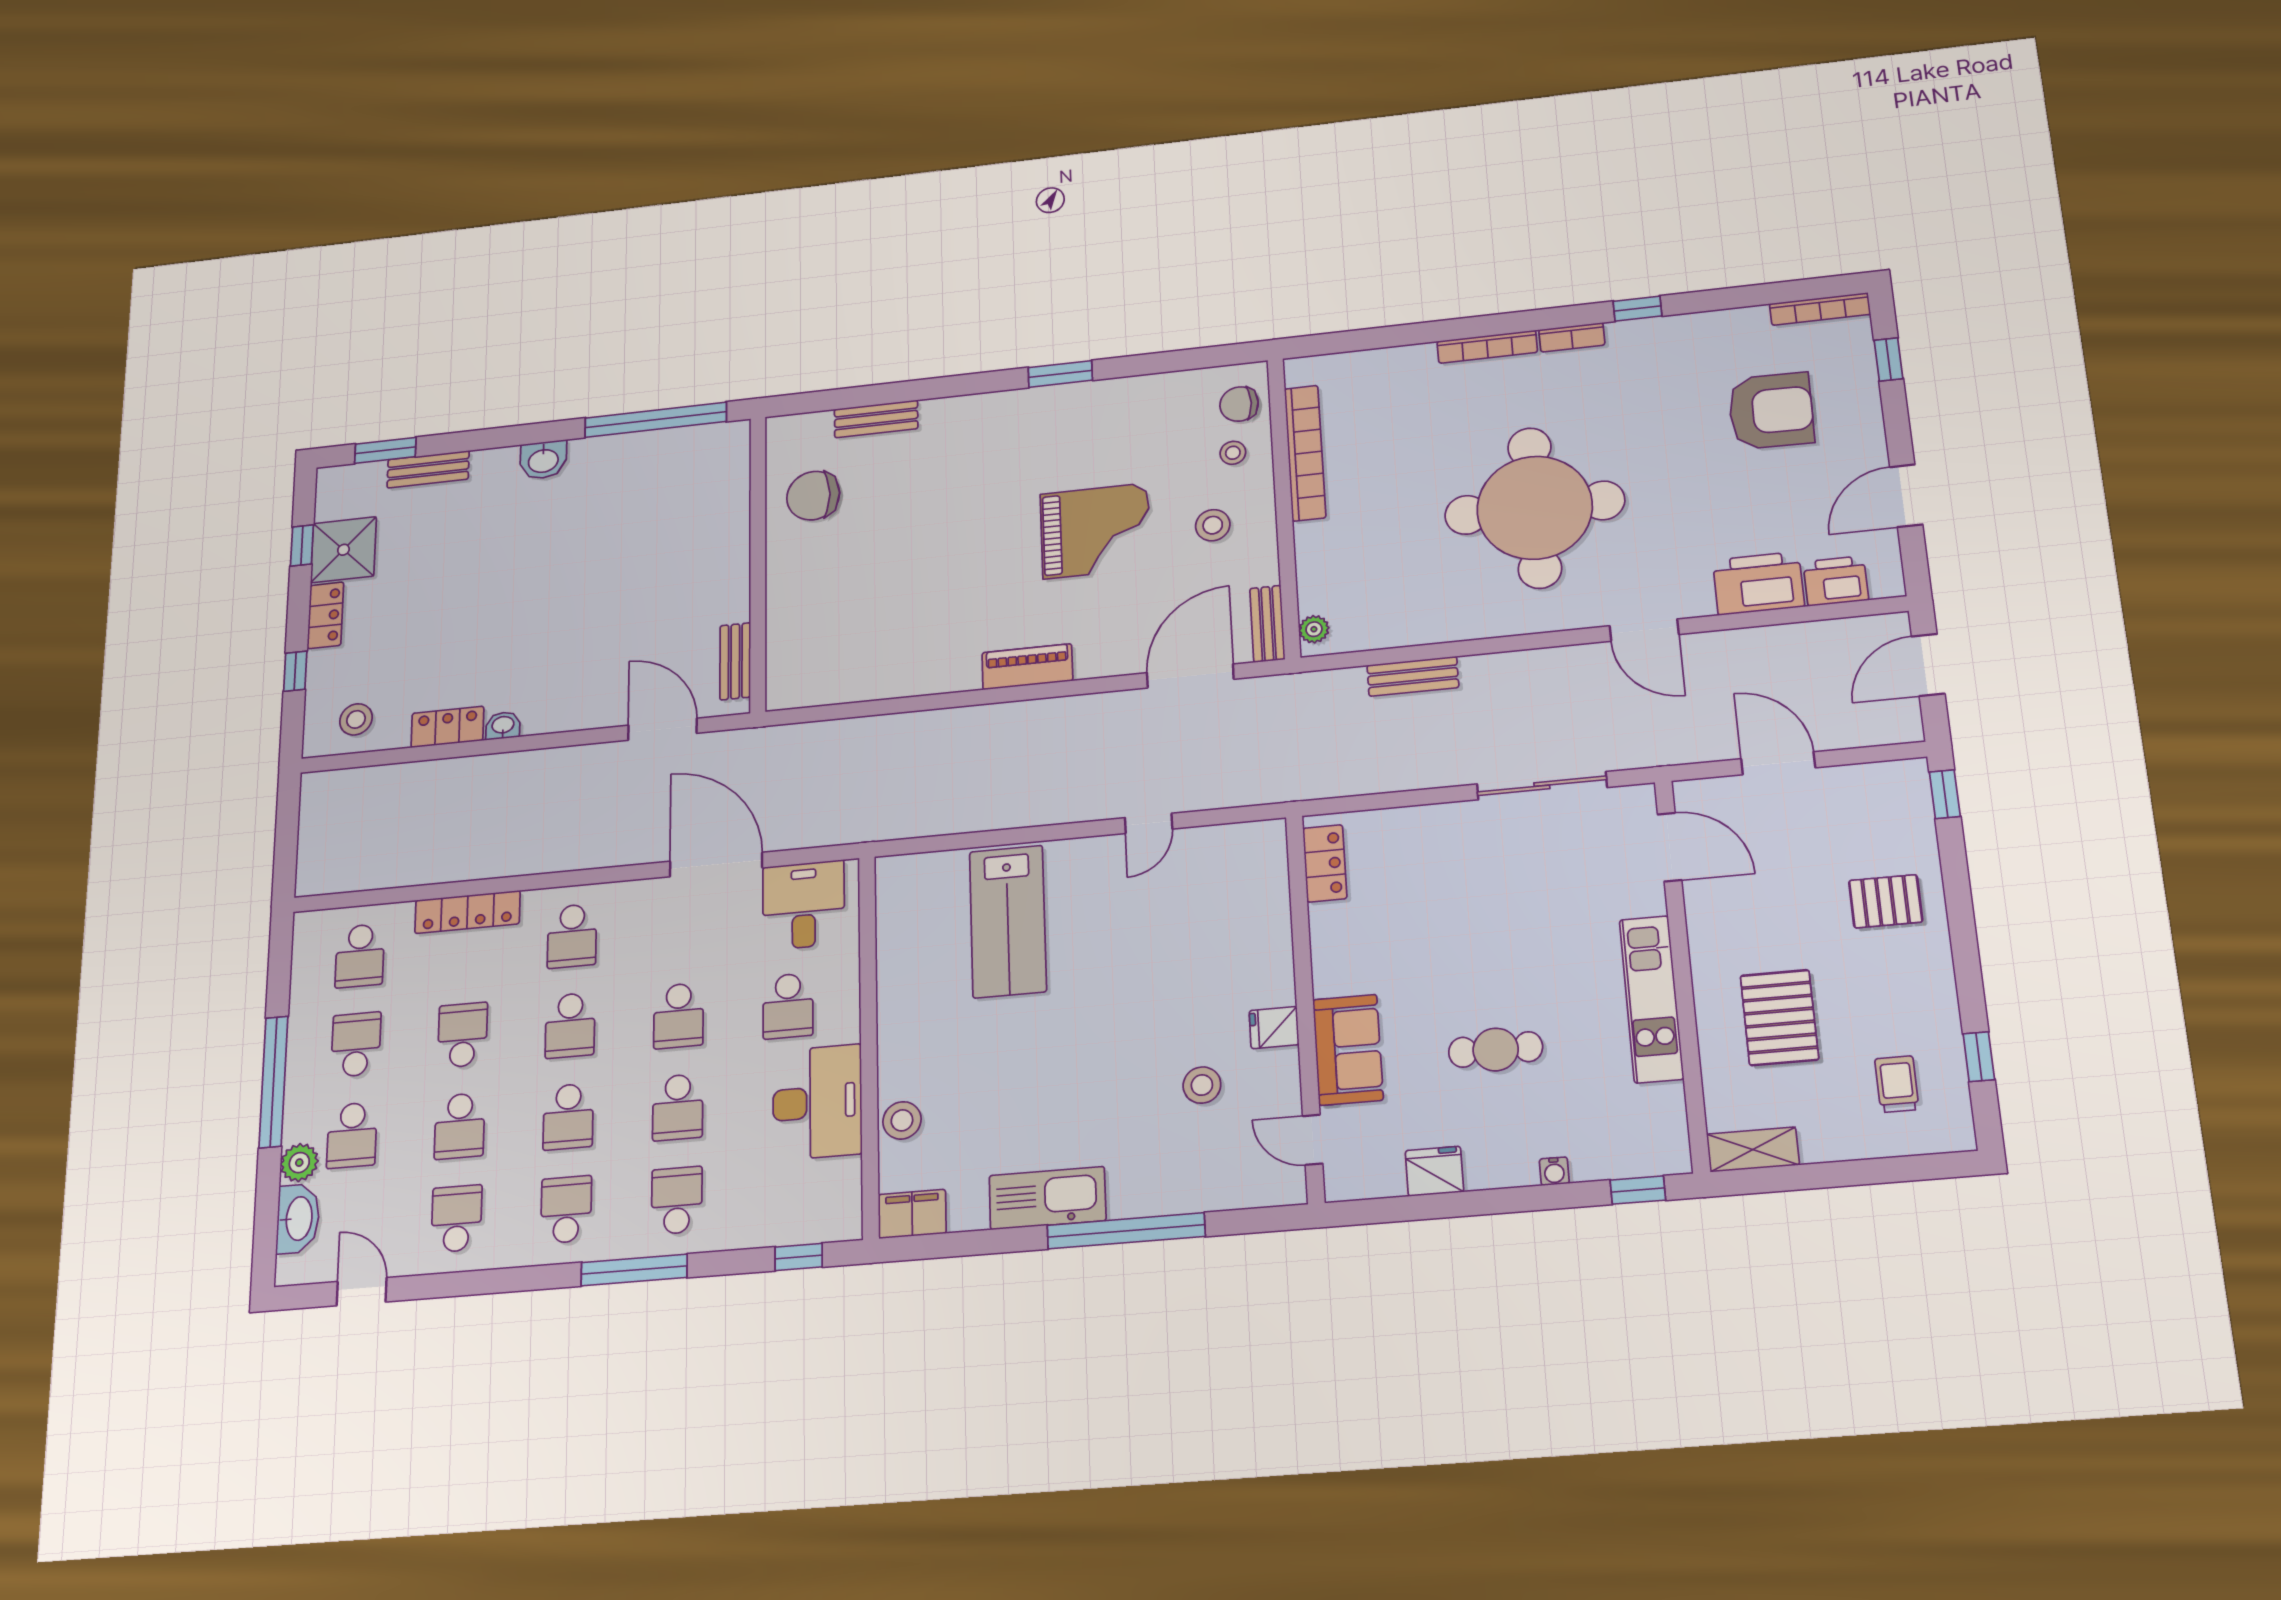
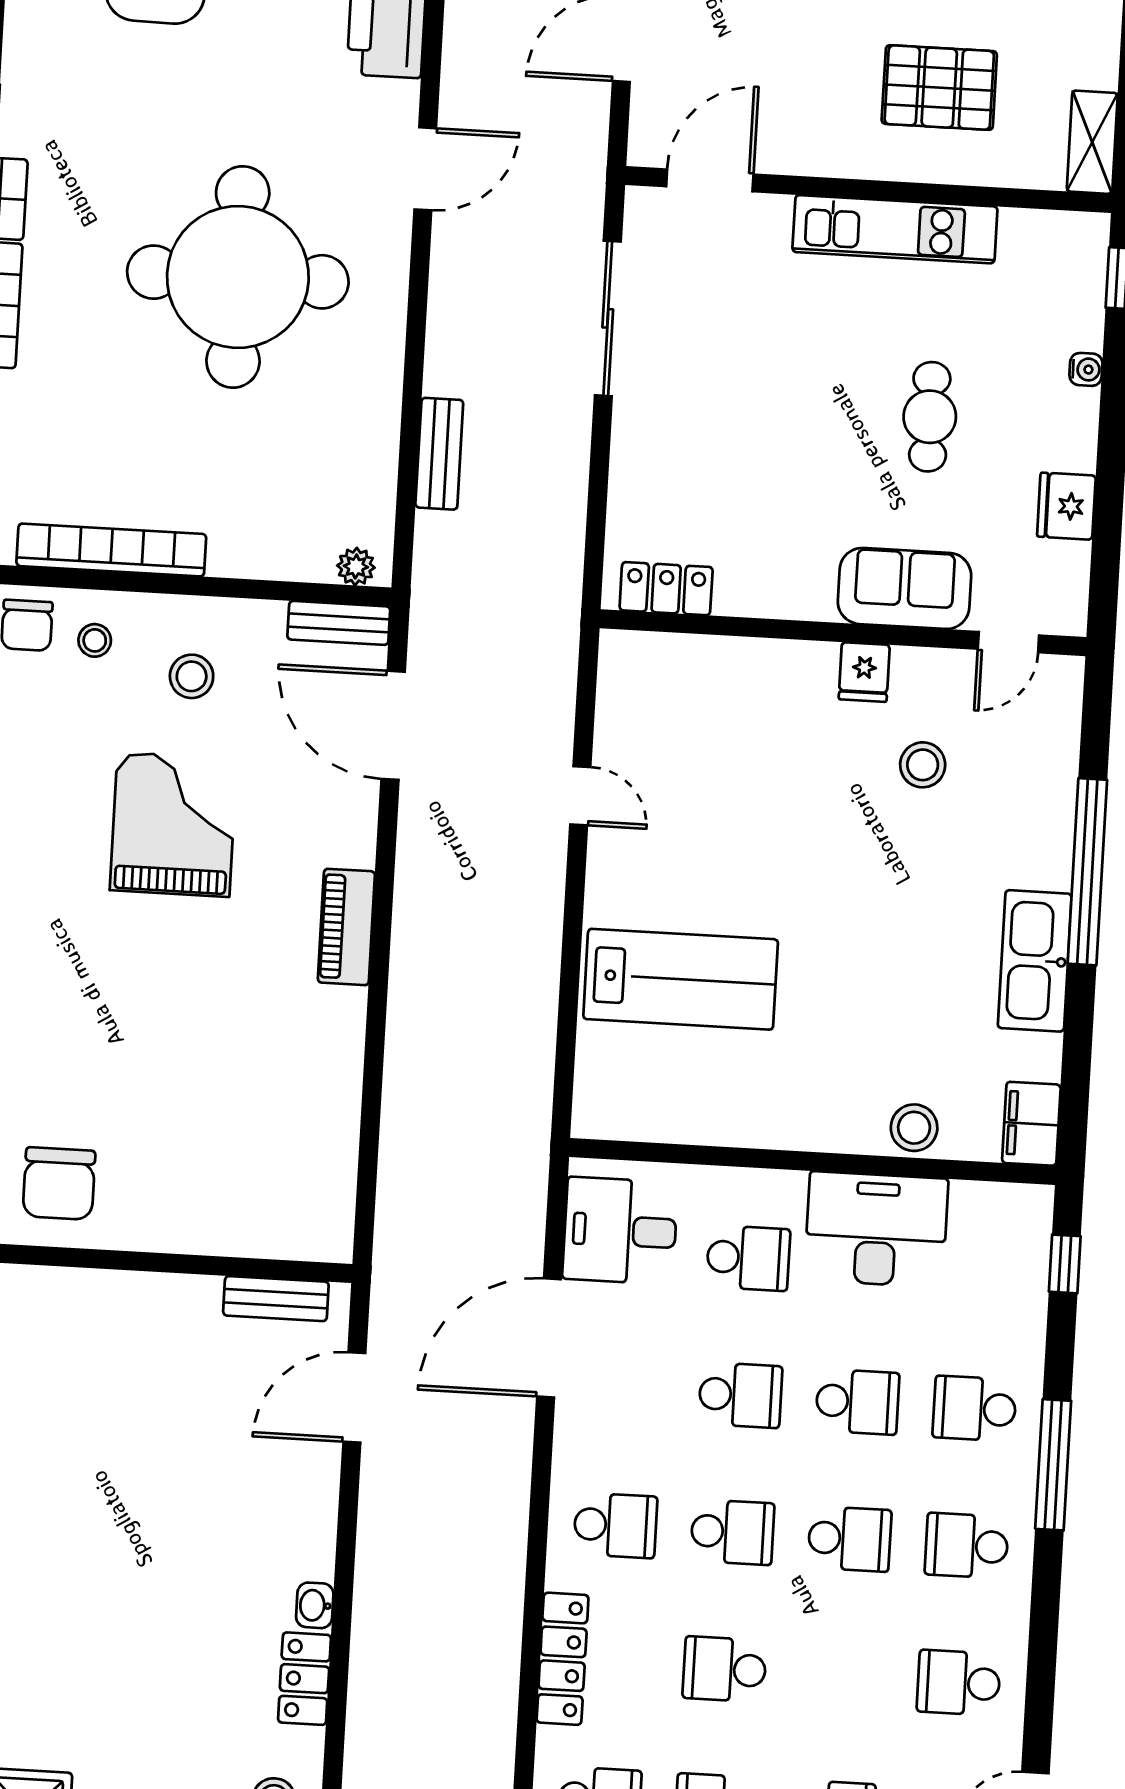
school desk: (460, 1126) -> (842, 1676), removed

